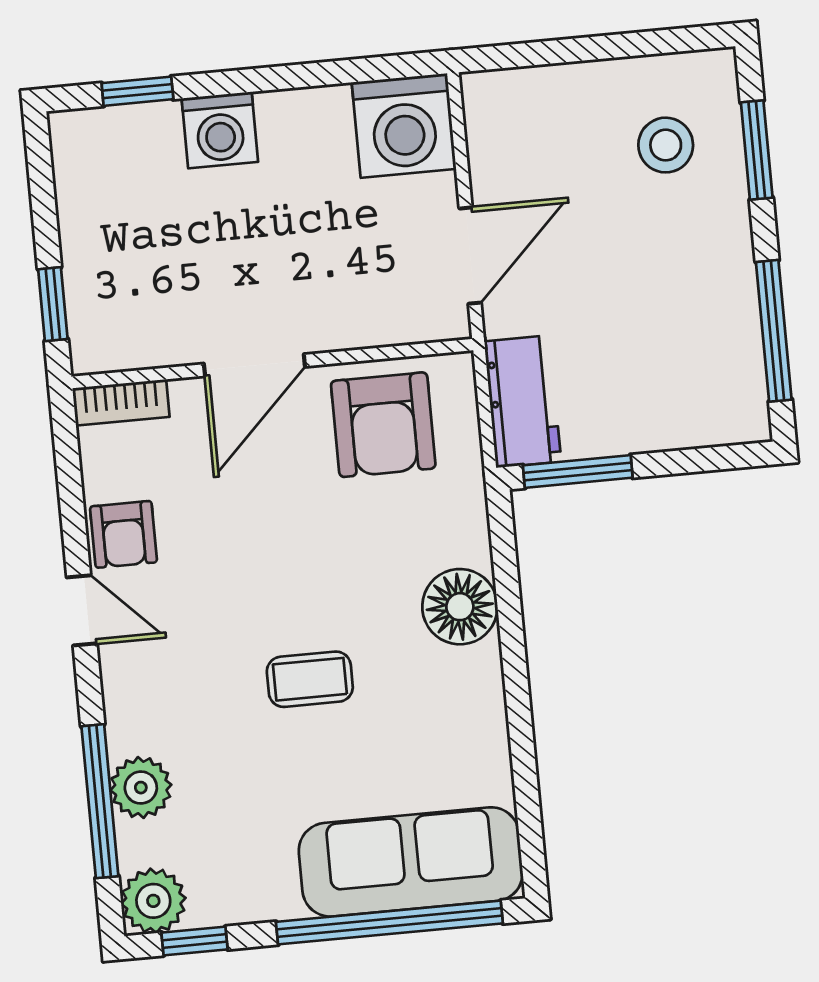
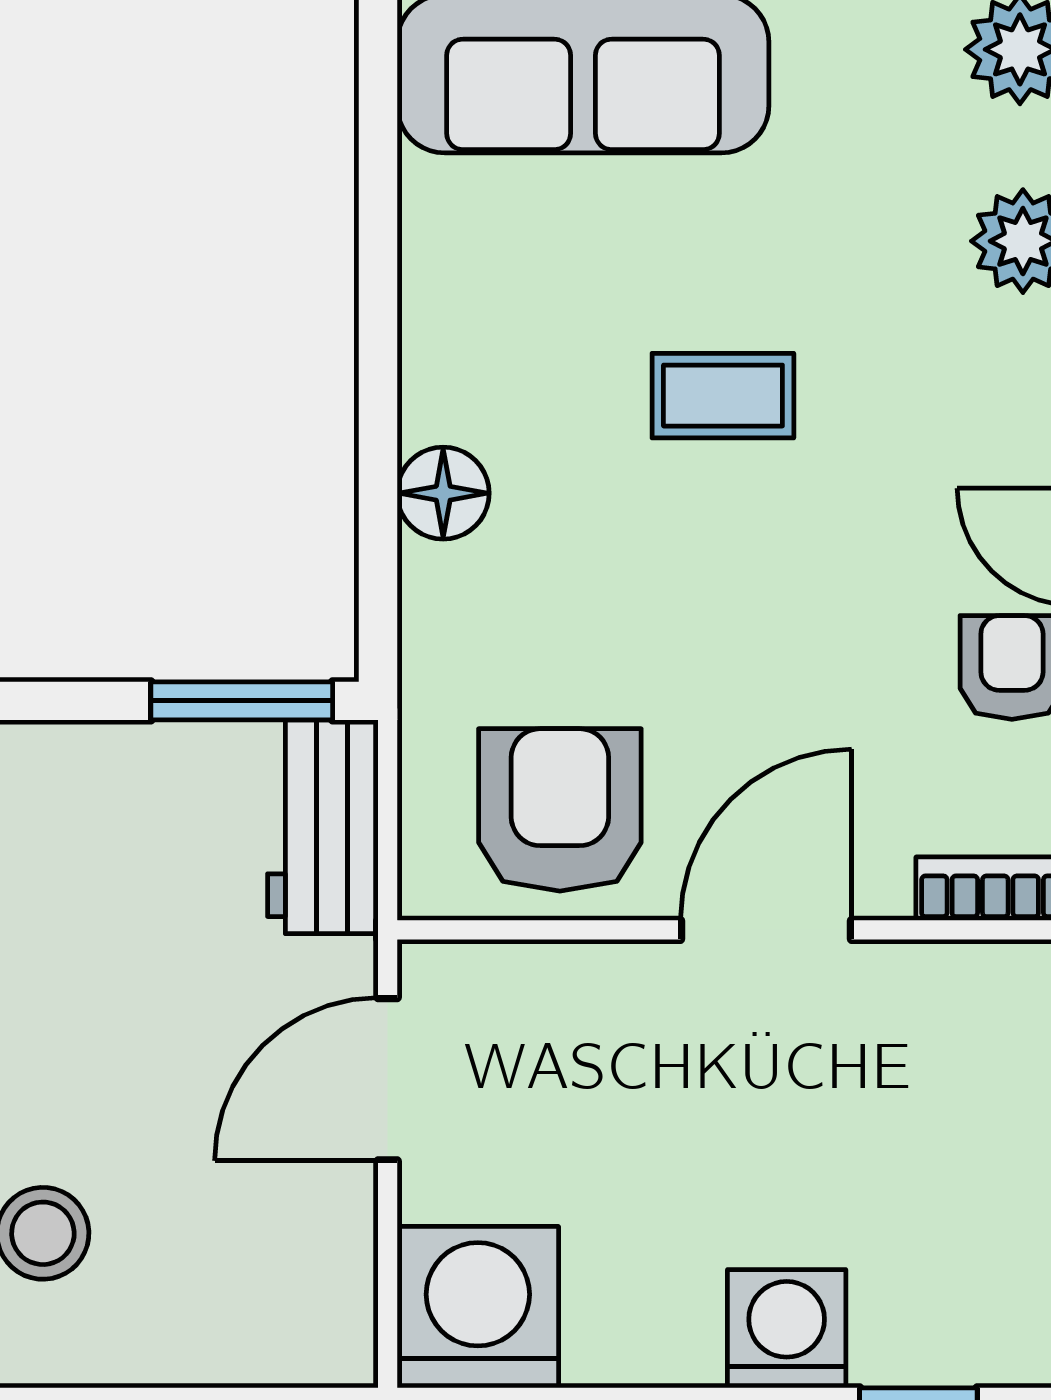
floor lamp: (460, 607) -> (443, 493), width x0.73, depth x0.73

